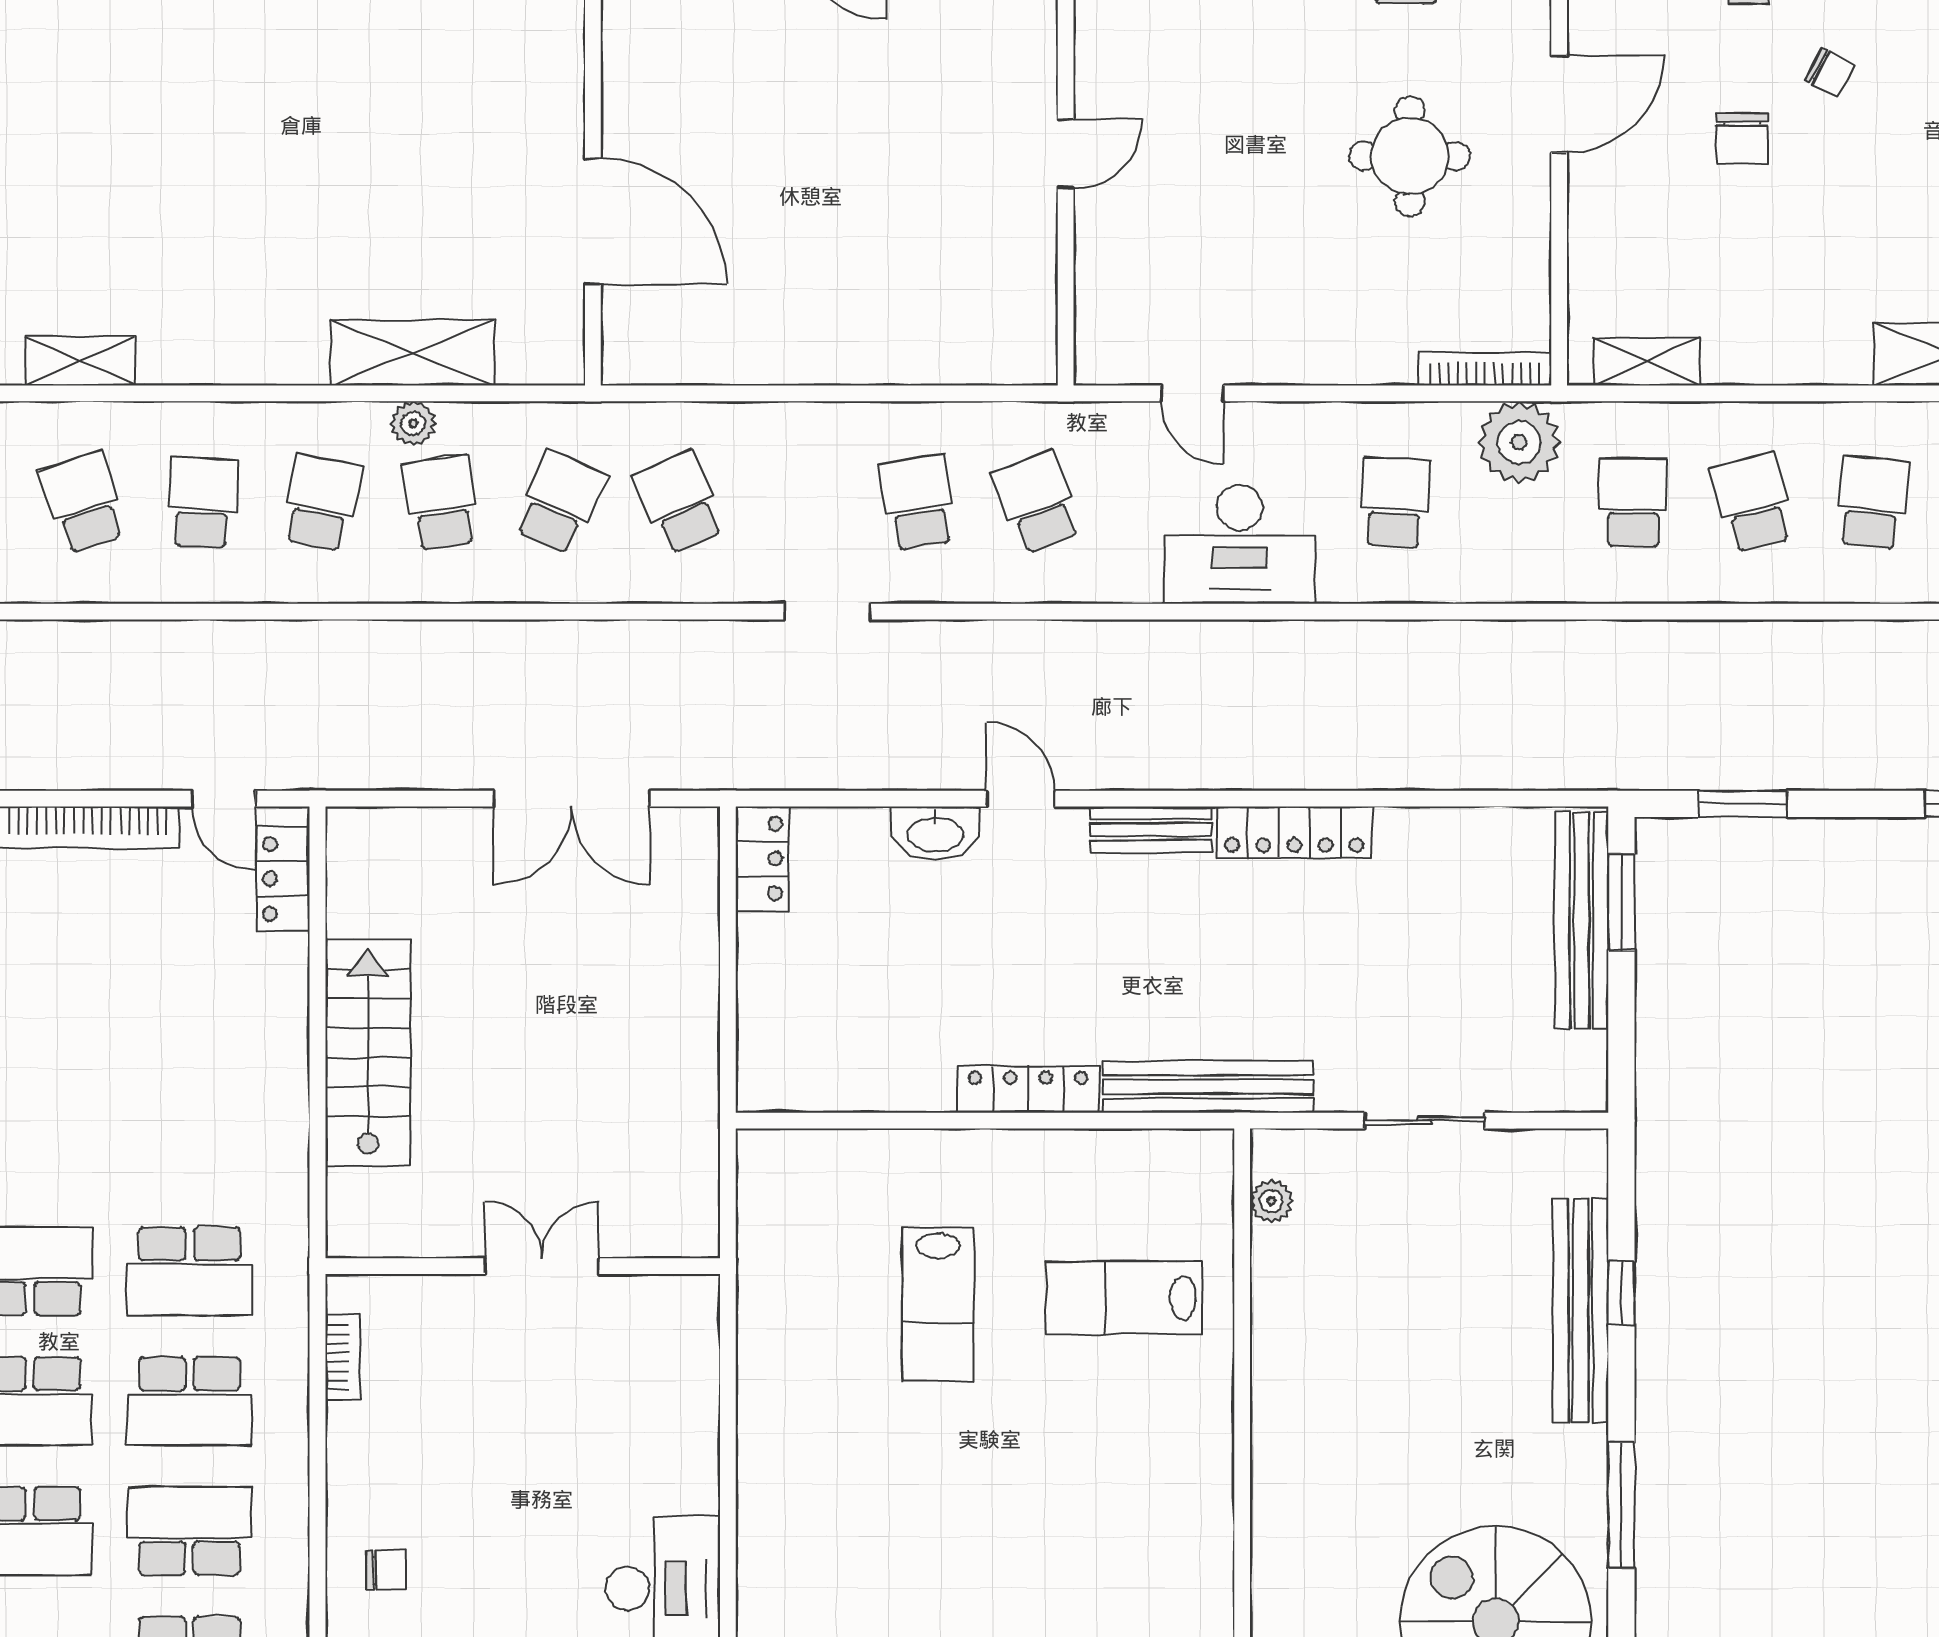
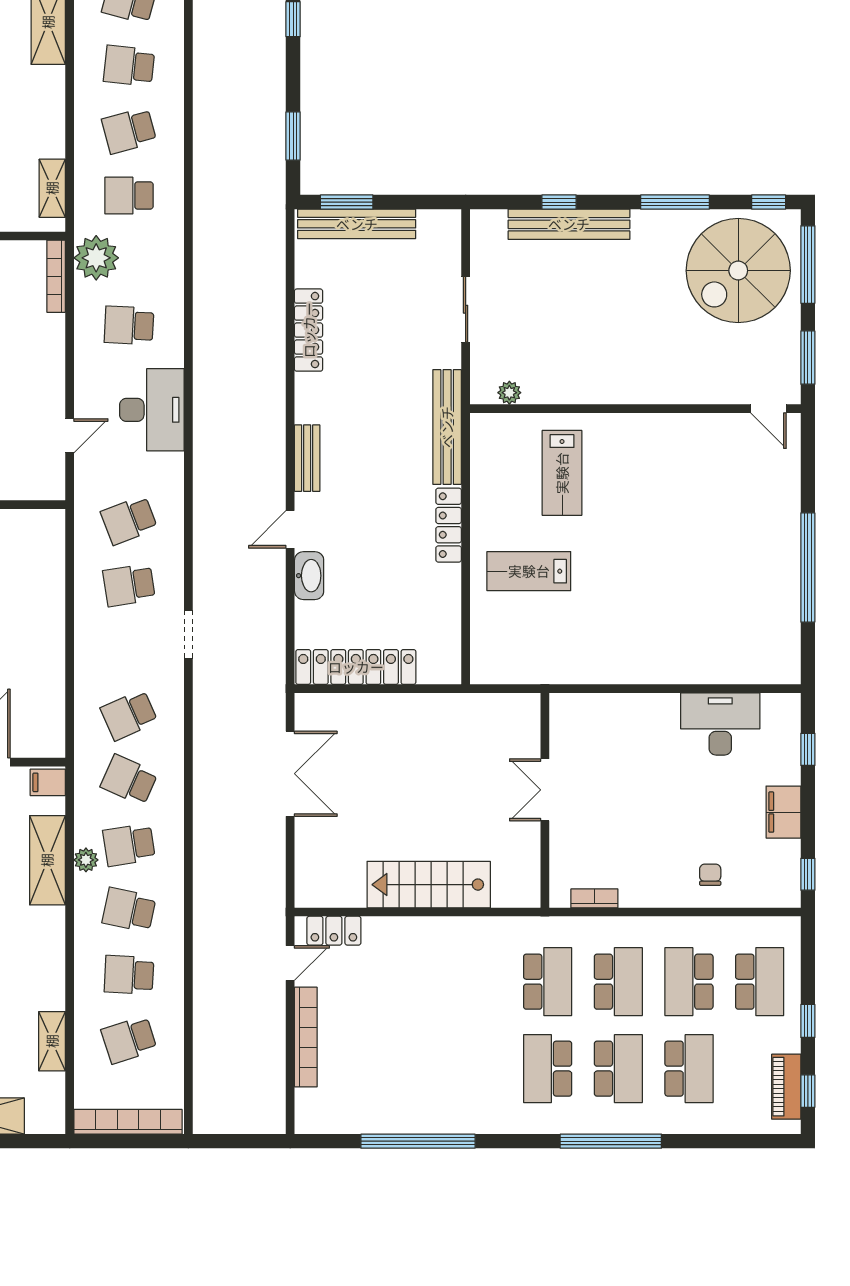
filing cabinet: (556, 353) -> (48, 782), added
locker: (1294, 832) -> (309, 330), moved
locker: (762, 859) -> (356, 667), width x2.16, depth x1.21
lab bench: (938, 1304) -> (529, 571), moved, turned 180

